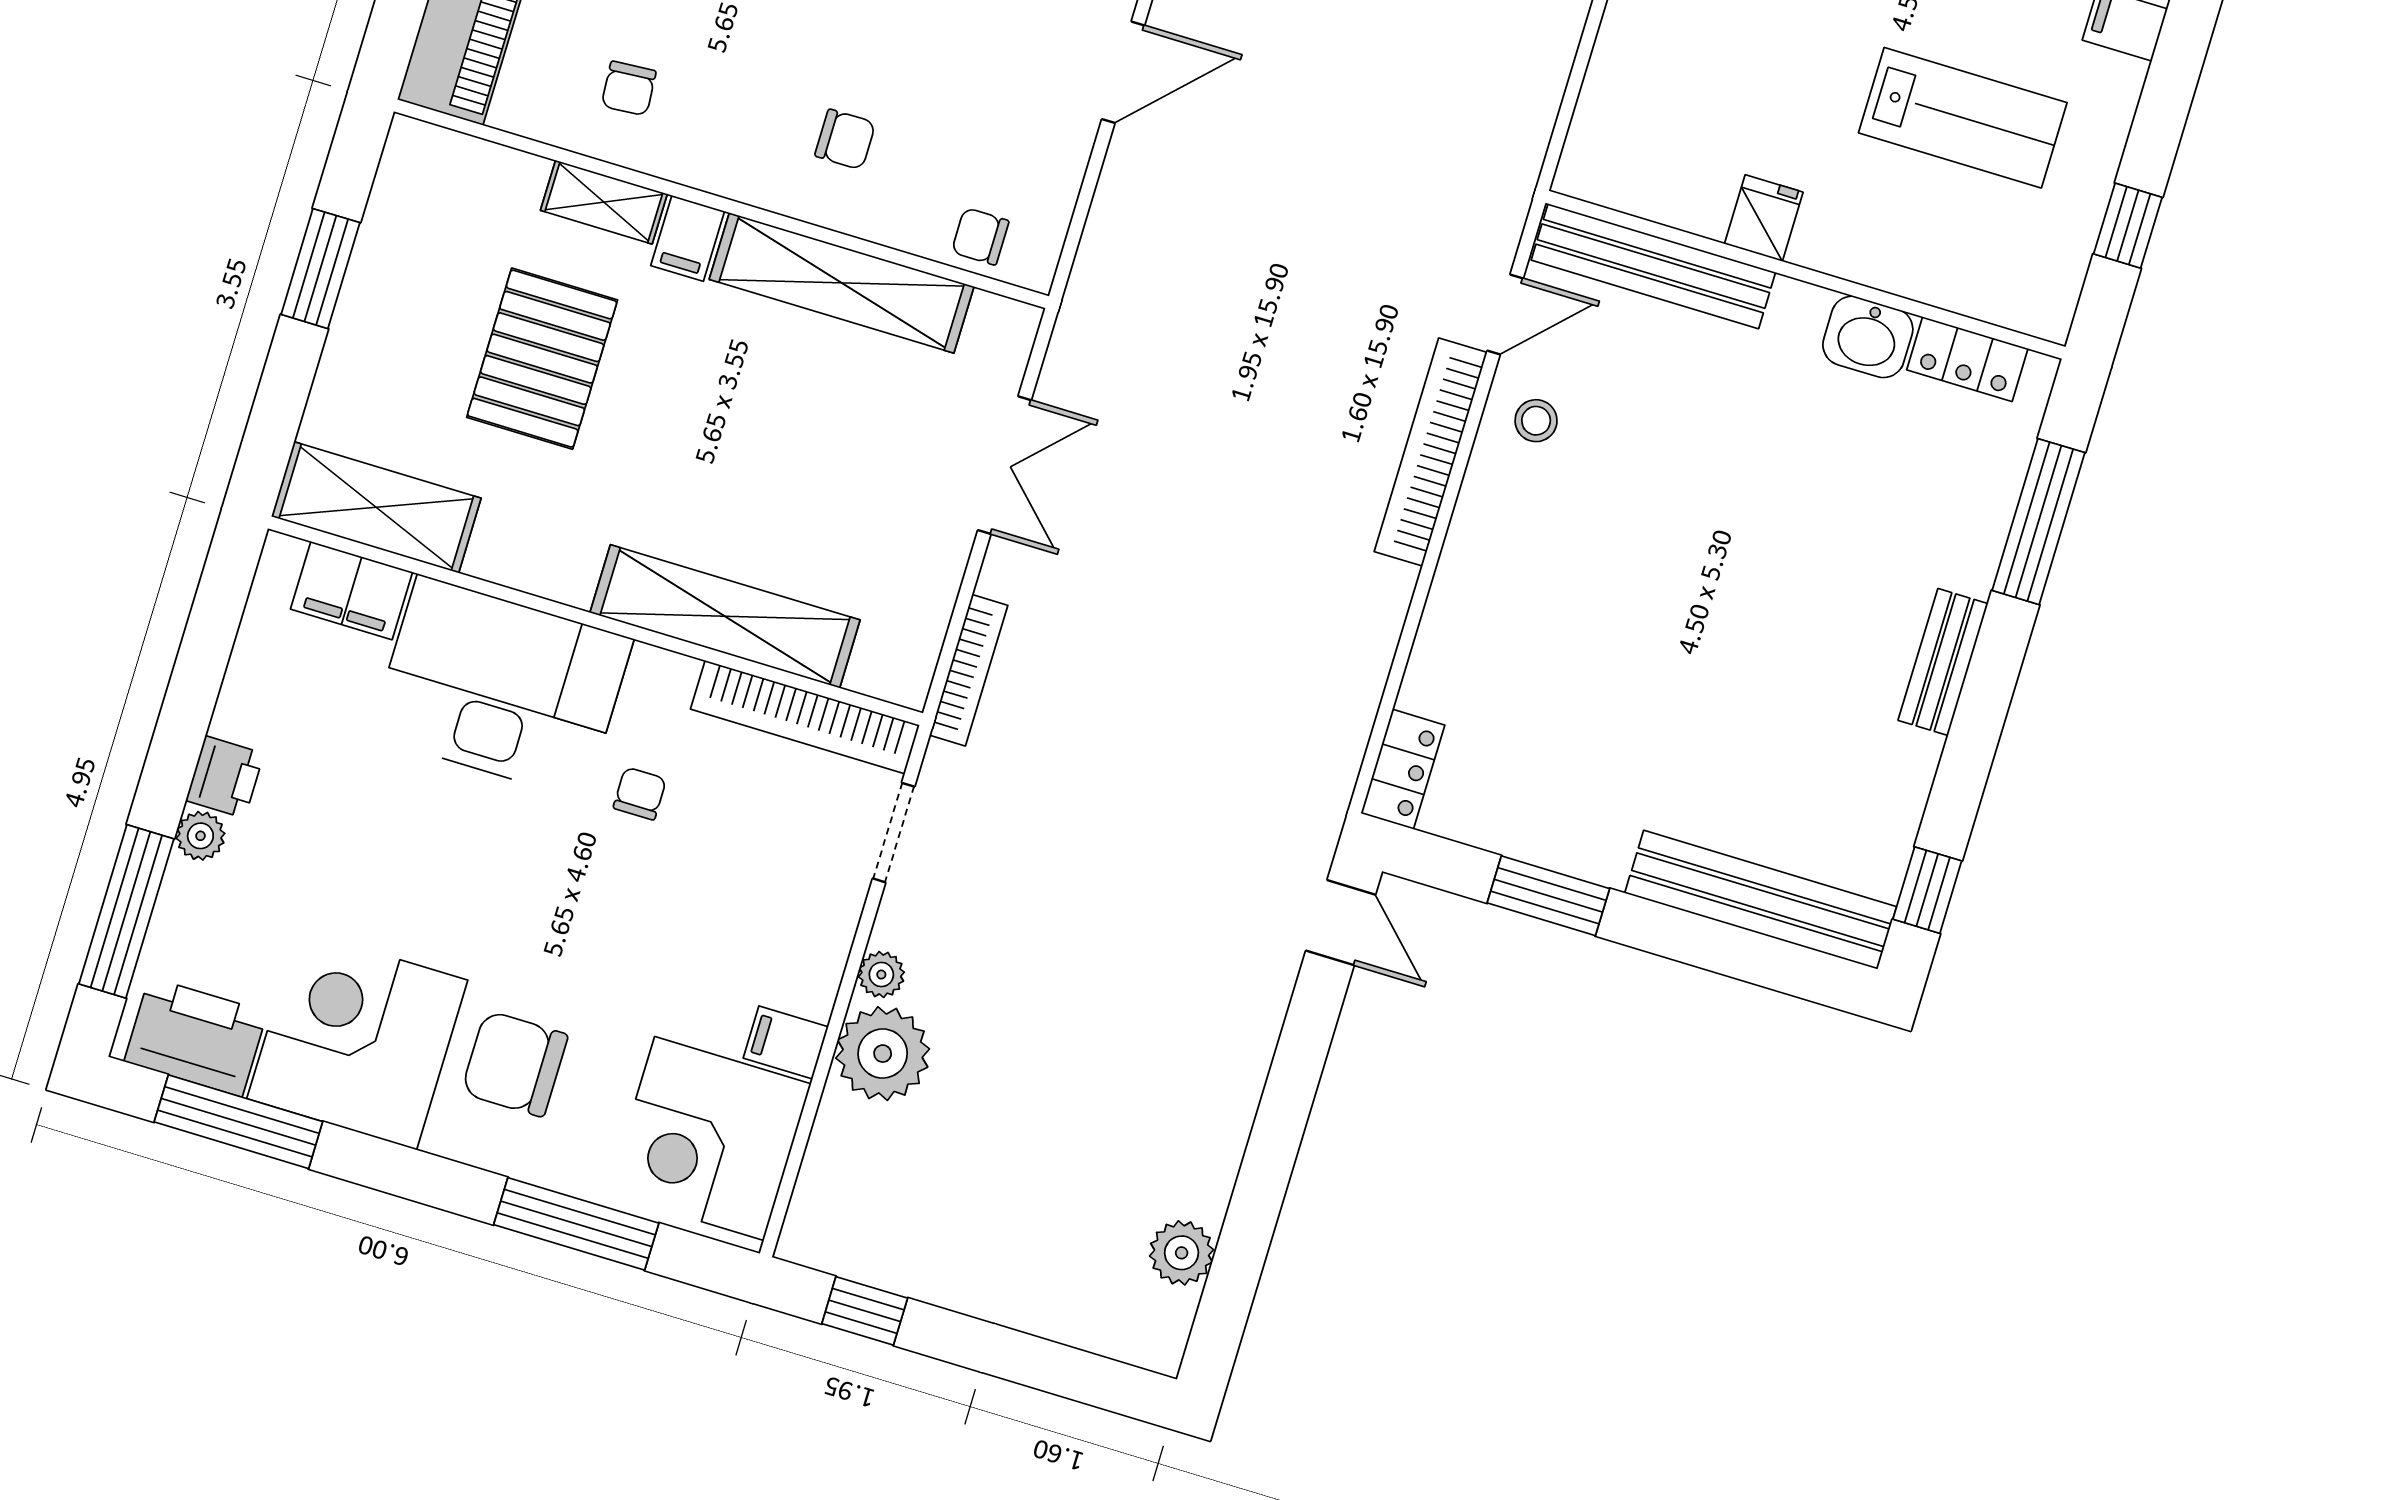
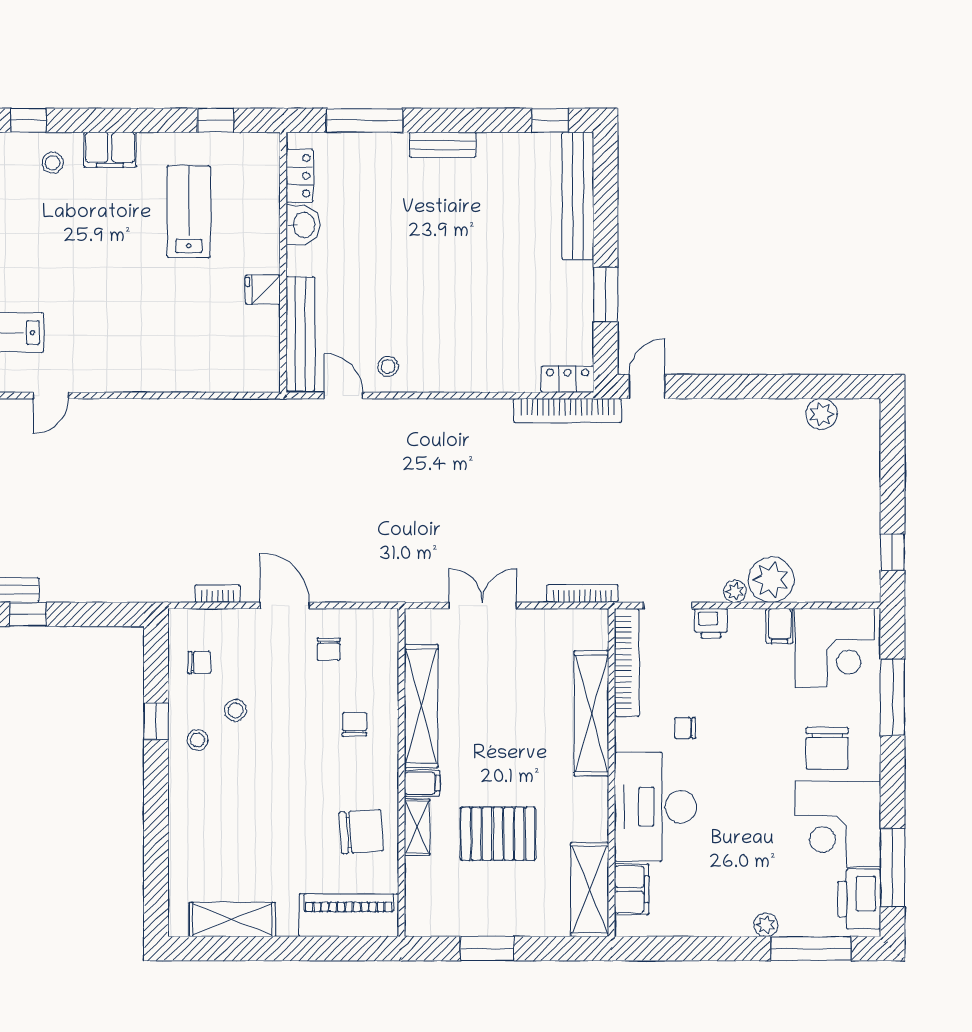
chair: (629, 88) -> (361, 831), width x1.87, depth x1.87
chair: (980, 236) -> (329, 649), moved
bookcase: (1431, 452) -> (567, 411), moved
printer: (225, 777) -> (711, 623), moved, turned 180

